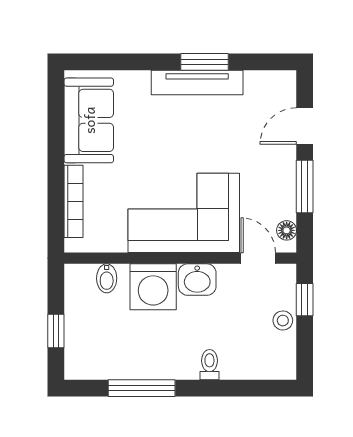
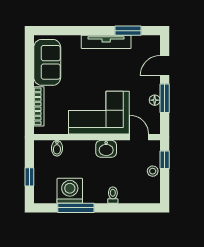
window: (204, 62) -> (128, 31), moved
floor lamp: (287, 230) -> (155, 100), moved
washing machine: (153, 287) -> (70, 191), moved, turned 180

